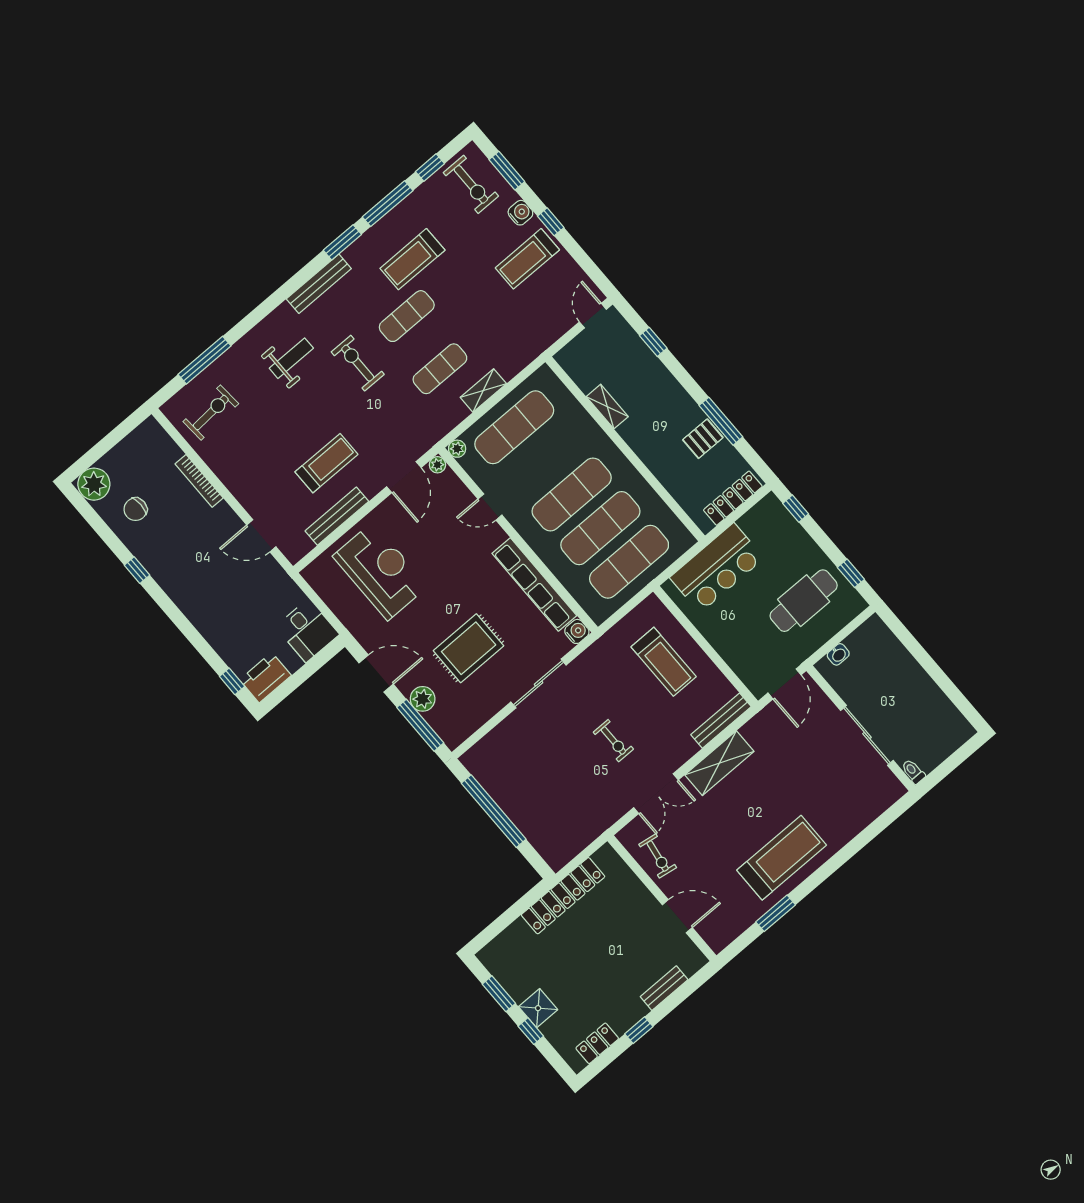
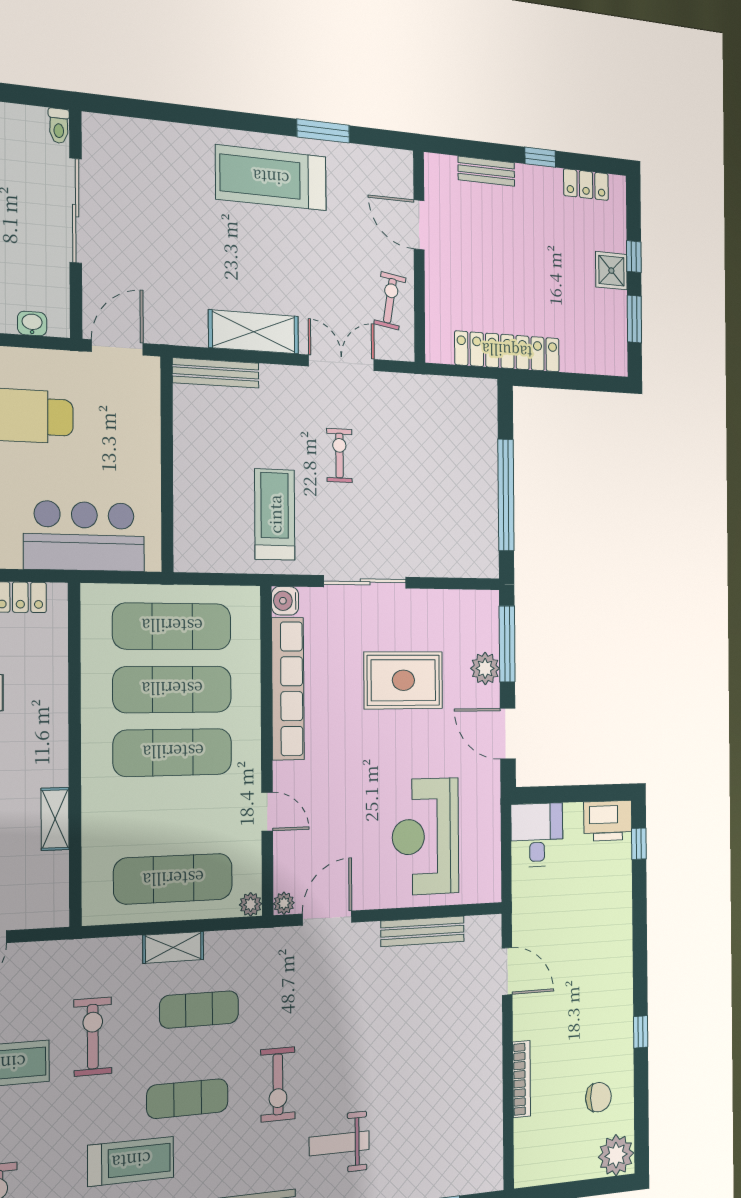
exercise bike: (211, 413) -> (93, 1037), moved, turned 94
treadmill: (326, 463) -> (390, 998), removed
treadmill: (664, 662) -> (275, 514), moved

